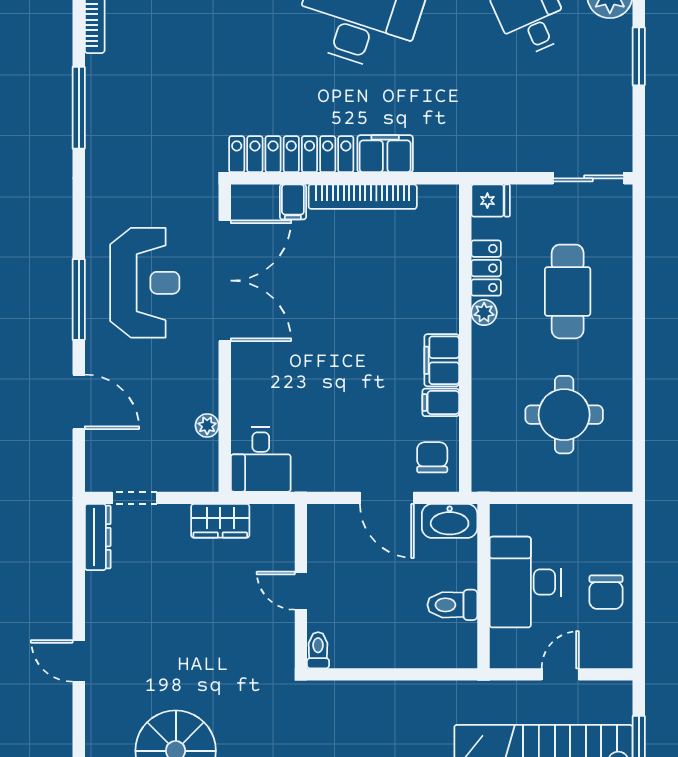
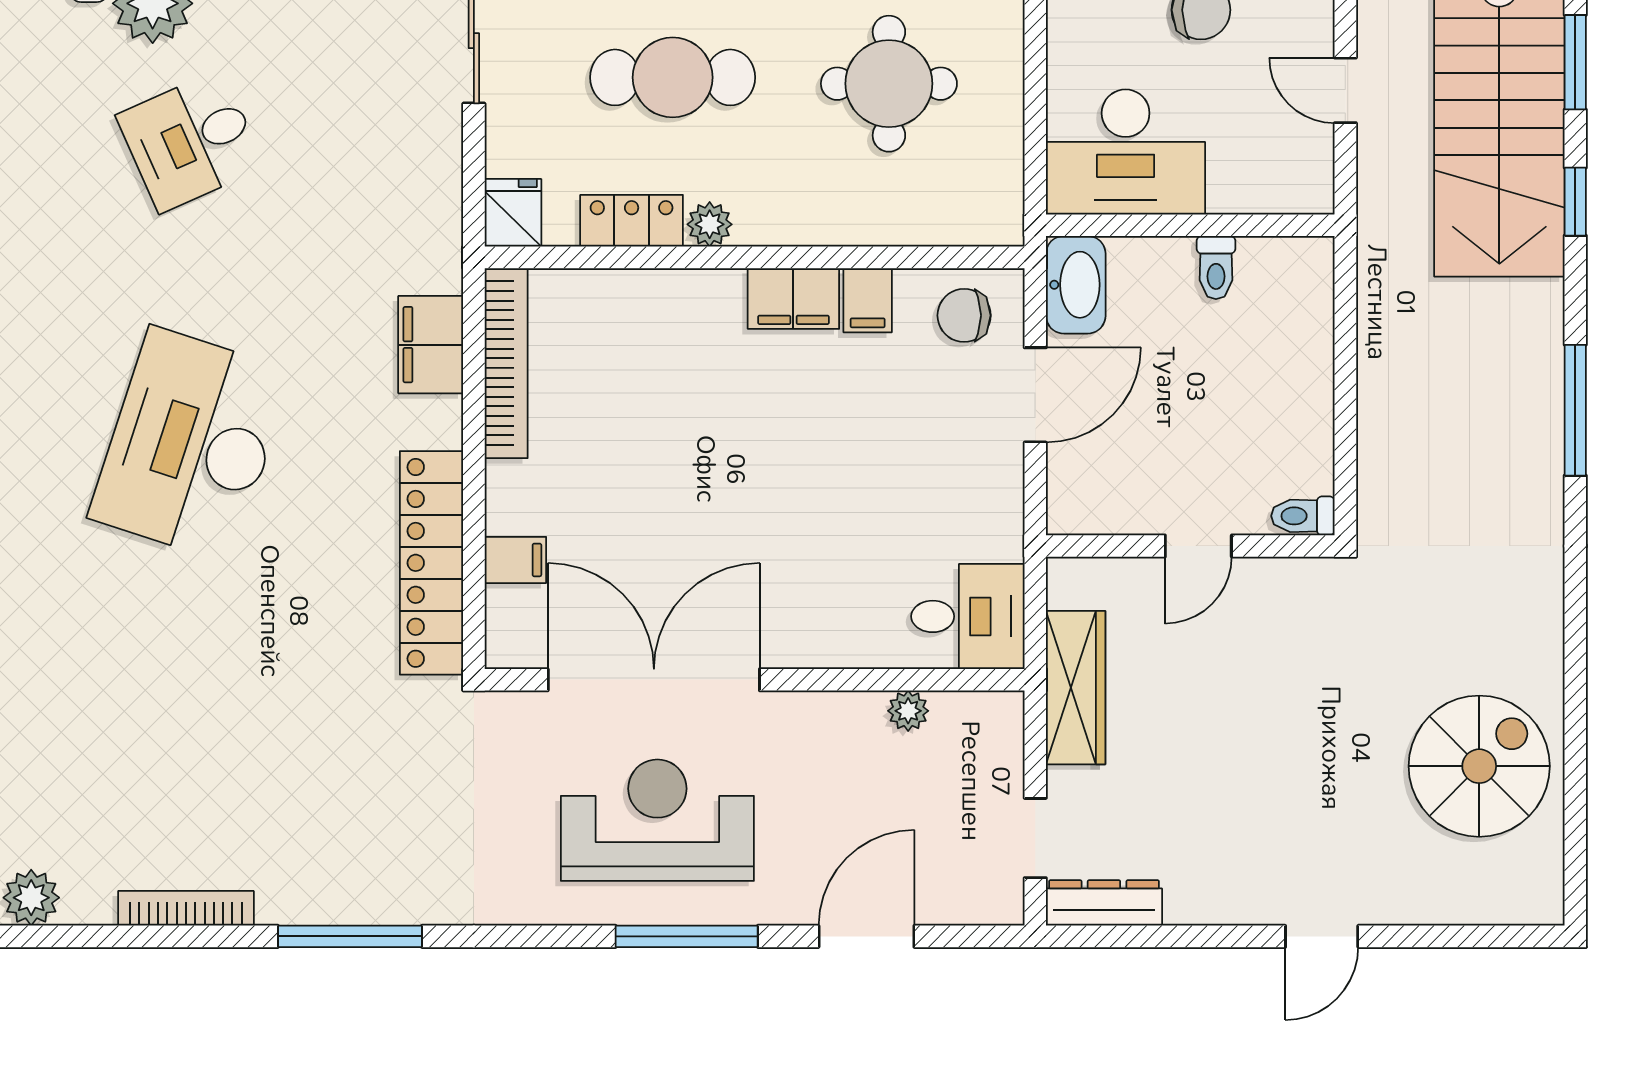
filing cabinet: (385, 154) -> (431, 345), moved
bookcase: (363, 197) -> (506, 363), moved
wardrobe: (220, 521) -> (1076, 688), width x1.50
desk: (525, 582) -> (1126, 152), moved
toilet: (452, 605) -> (1216, 268), width x0.73, depth x0.72

